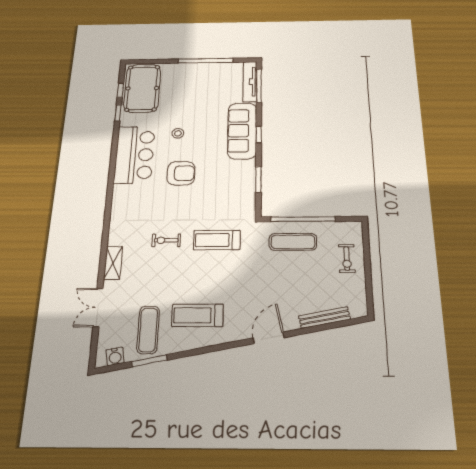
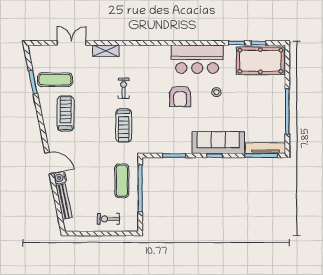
treadmill: (217, 240) -> (124, 125), turned 180
water cooler: (115, 356) -> (60, 178), moved

